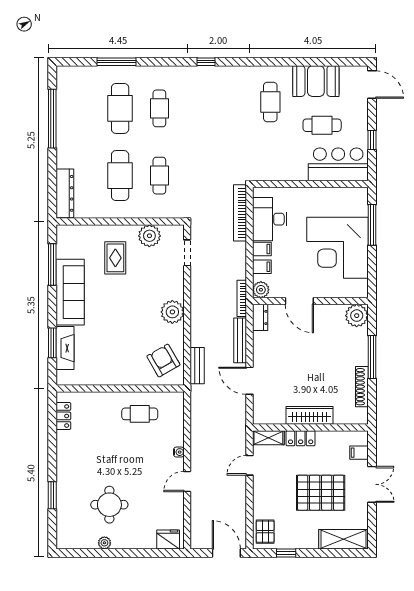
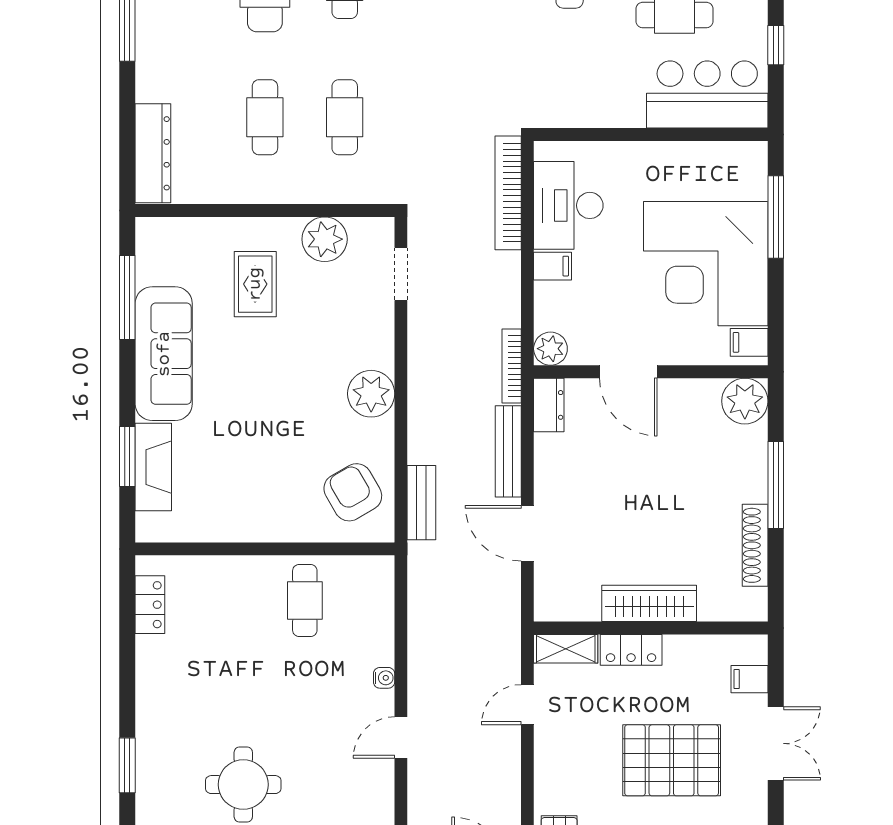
cafe table: (120, 176) -> (265, 117), width x0.73, depth x0.74
filing cabinet: (262, 267) -> (749, 342), moved, turned 180
cafe table: (140, 414) -> (305, 600), turned 90

